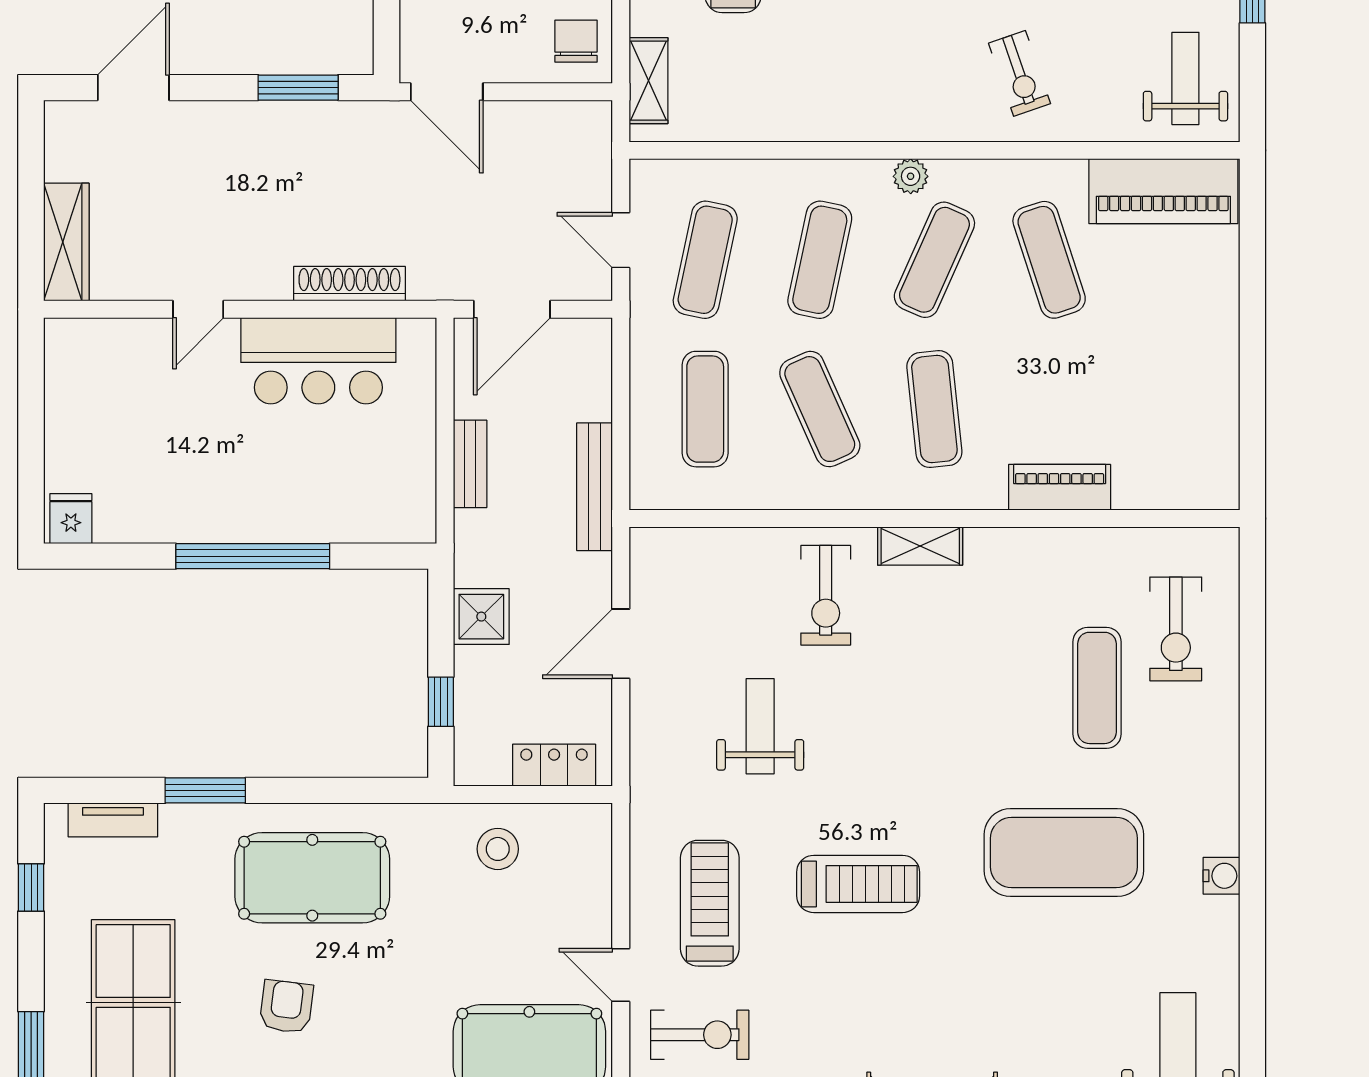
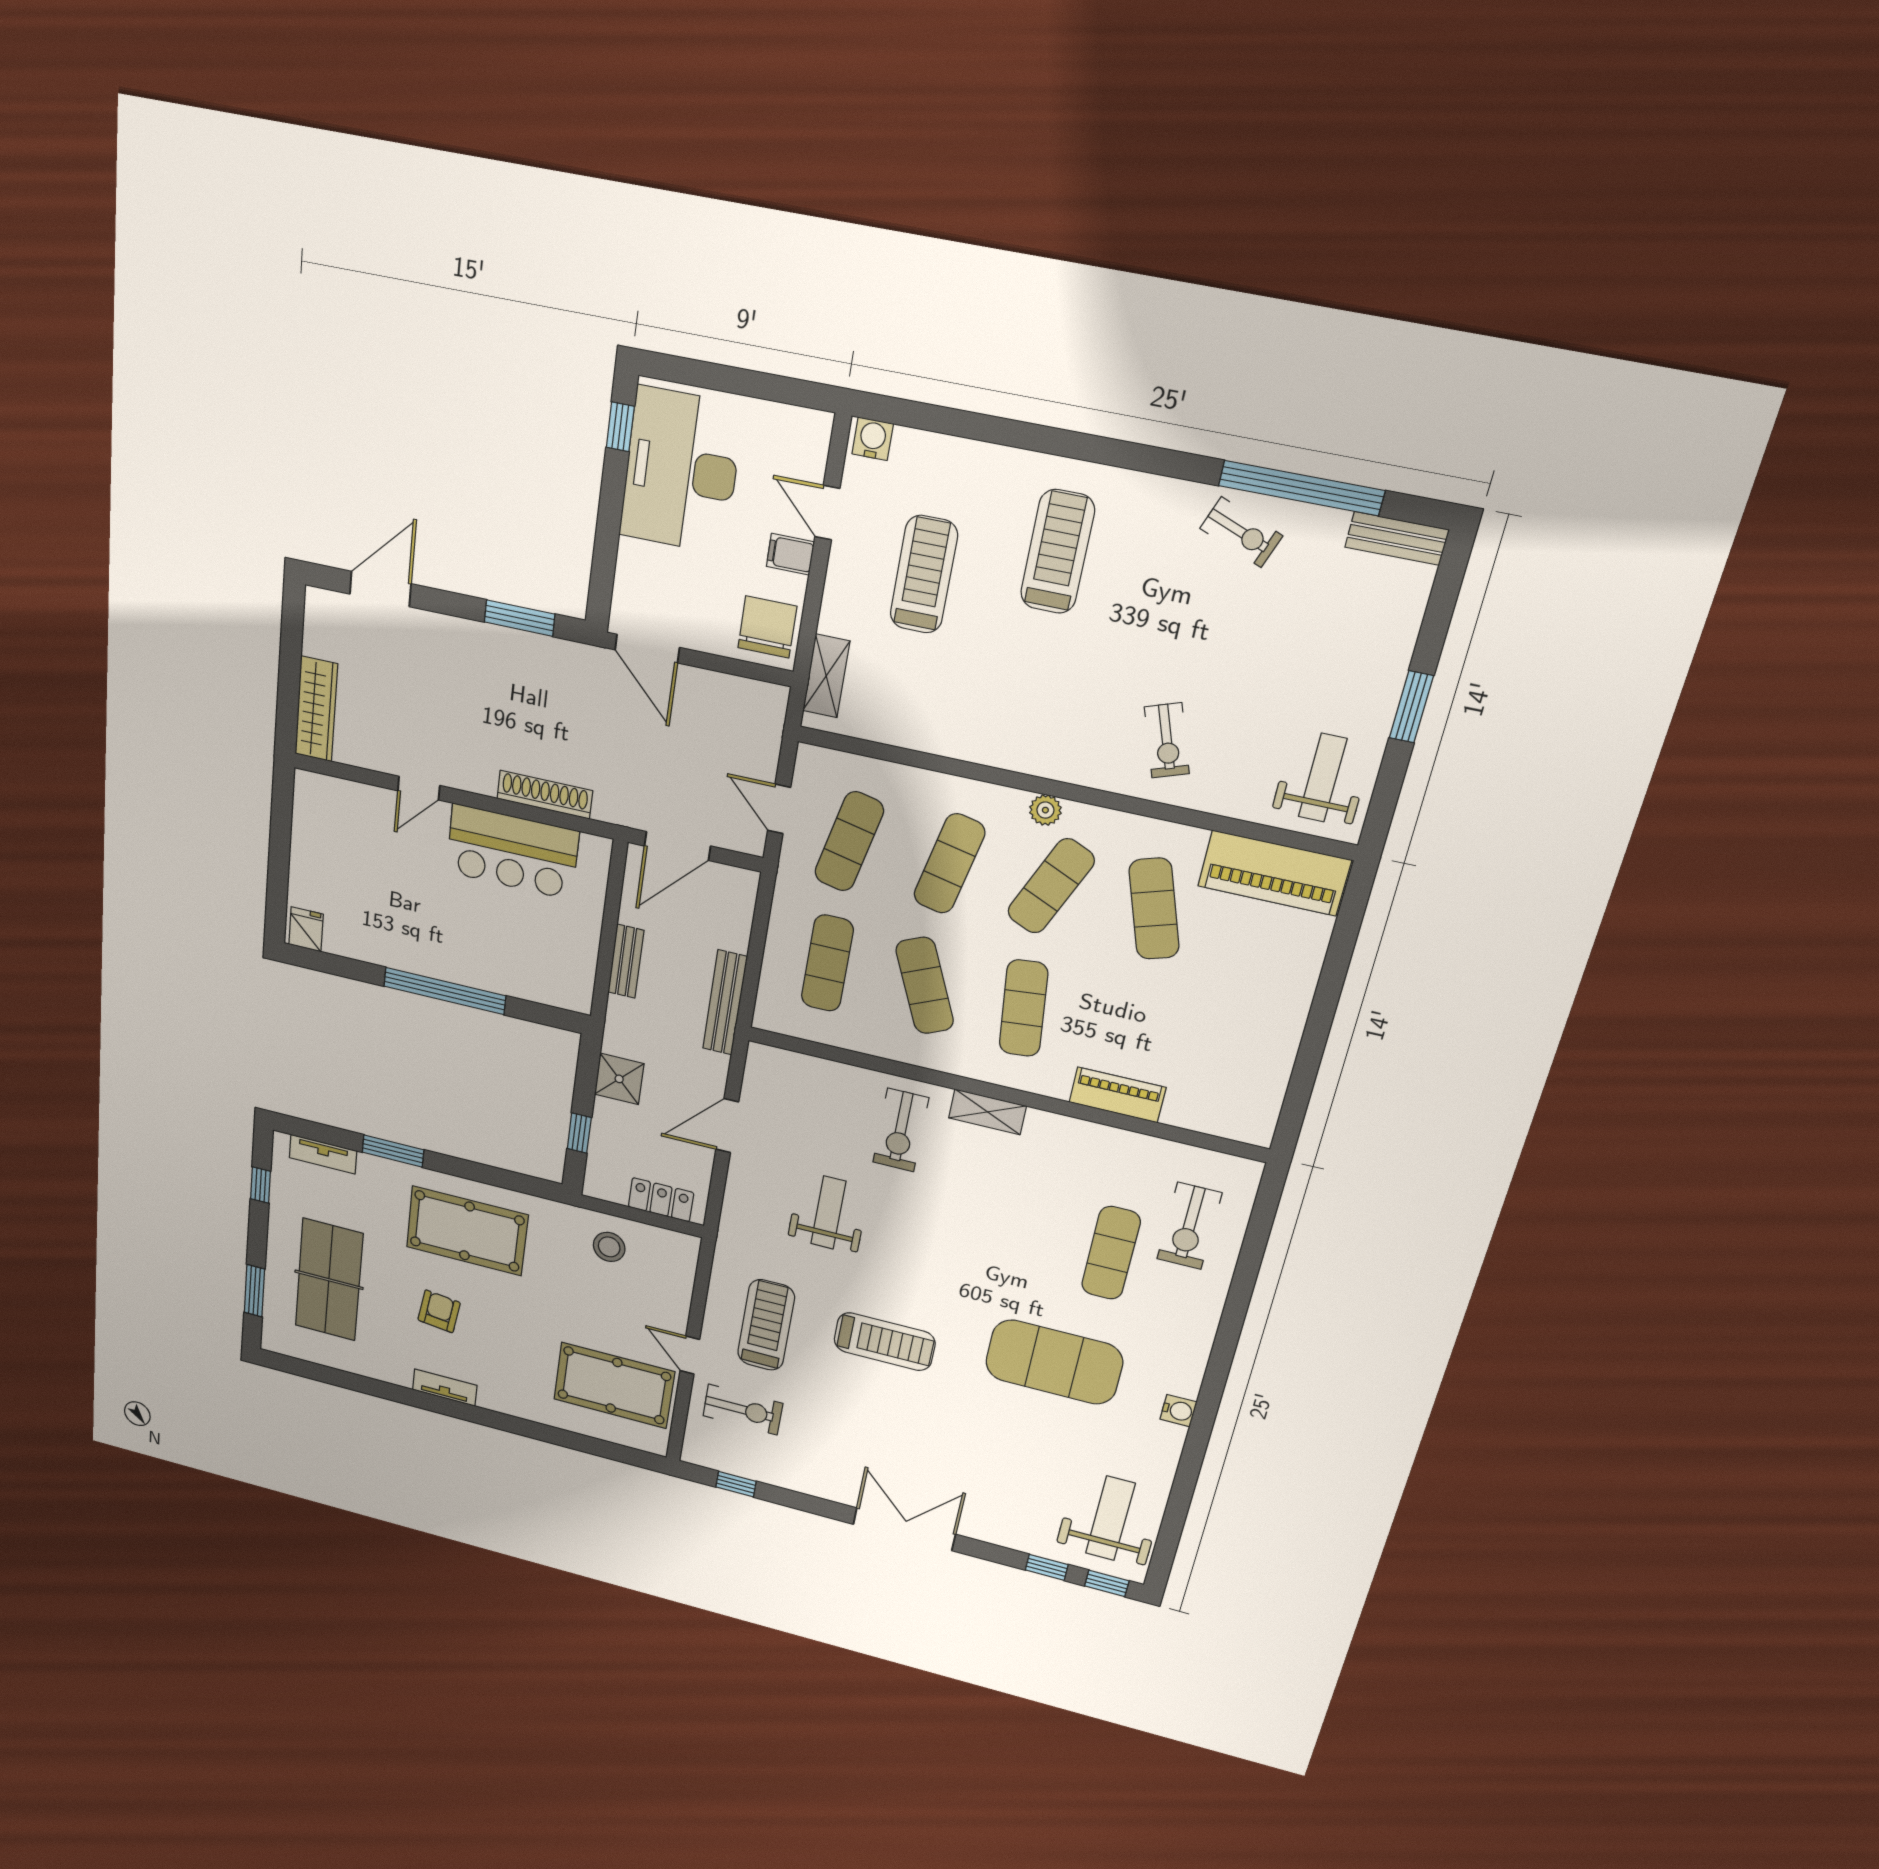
chair: (576, 41) -> (767, 627), width x1.37, depth x1.37

